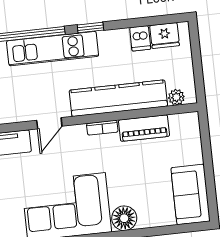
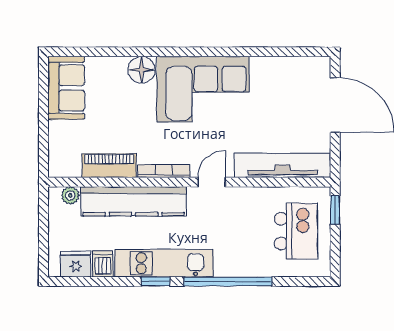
kitchen unit: (53, 49) -> (164, 263), moved
bookcase: (102, 128) -> (164, 171), width x1.56

